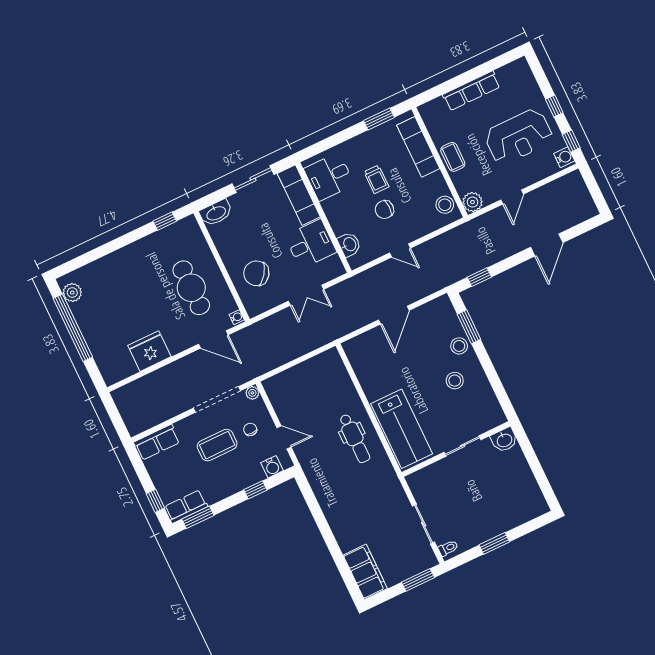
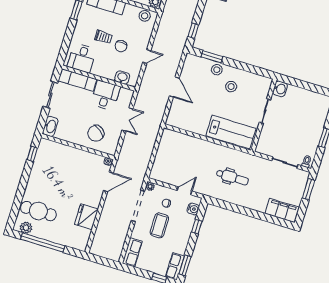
cafe table: (191, 288) -> (38, 211), moved
dental chair: (355, 439) -> (232, 177), moved

